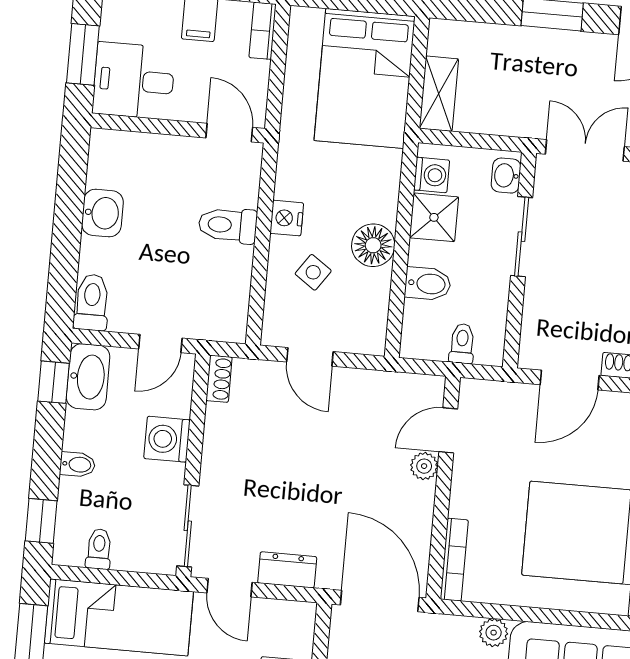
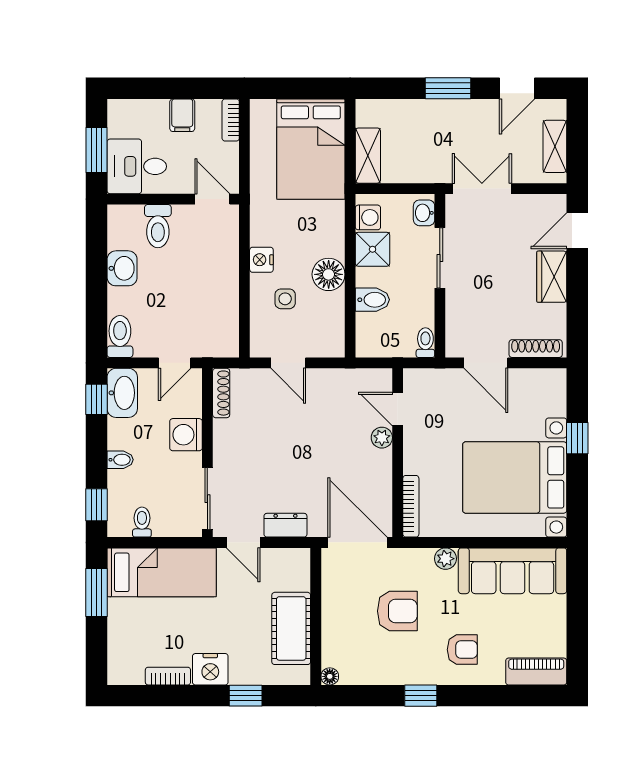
toilet: (228, 225) -> (158, 226), moved, turned -90
side table: (313, 272) -> (285, 299), turned -35
toilet: (462, 344) -> (425, 343), moved
shoe rack: (219, 379) -> (221, 393), width x1.43
door: (570, 380) -> (486, 363), hinge flipped
door: (448, 430) -> (398, 409), hinge flipped

